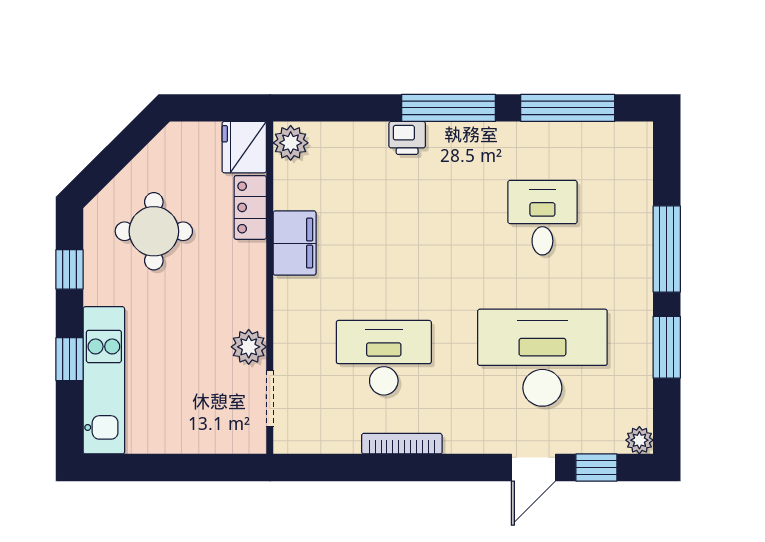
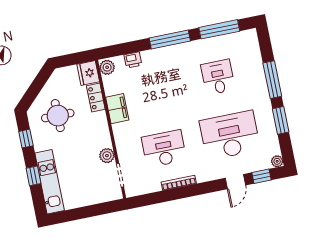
printer: (407, 138) -> (133, 60), moved

